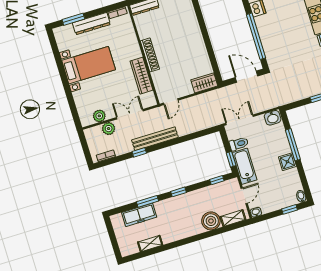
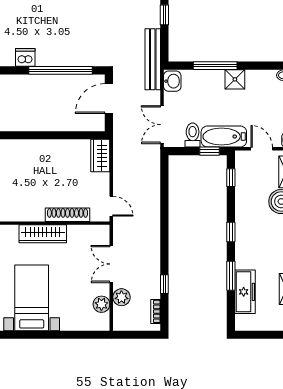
shoe rack: (150, 55) -> (67, 215), moved
wardrobe: (141, 76) -> (43, 234), moved
bench: (155, 139) -> (153, 59), moved
window: (139, 152) -> (164, 284), moved

